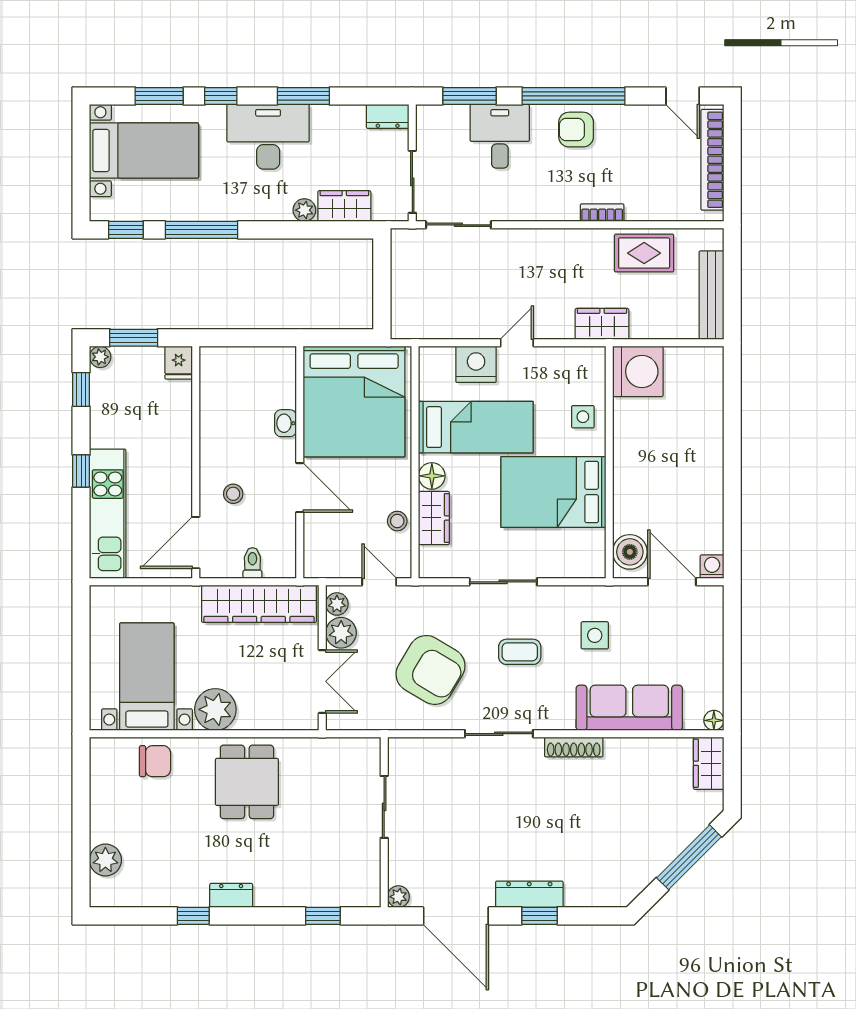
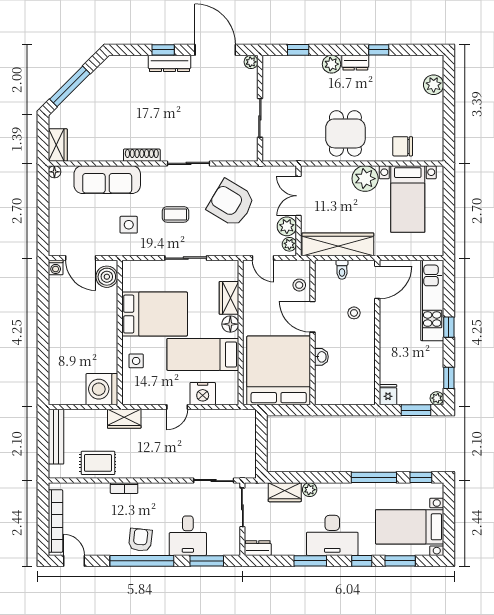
armchair: (576, 130) -> (140, 540), turned -84
stool: (397, 521) -> (299, 285), moved
plant: (269, 893) -> (332, 64), added

